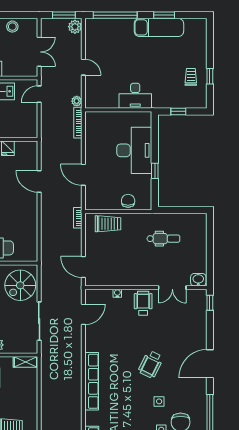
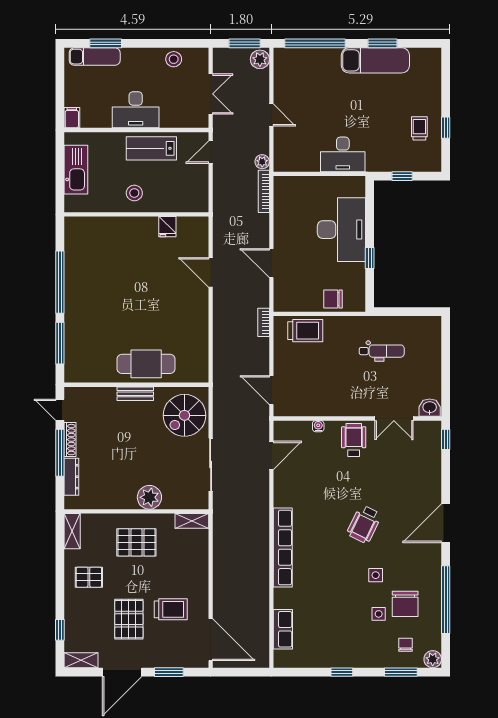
chair: (128, 201) -> (333, 299), turned -90

